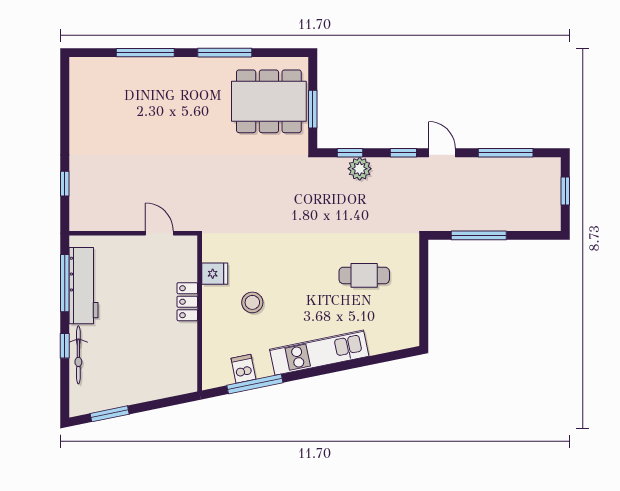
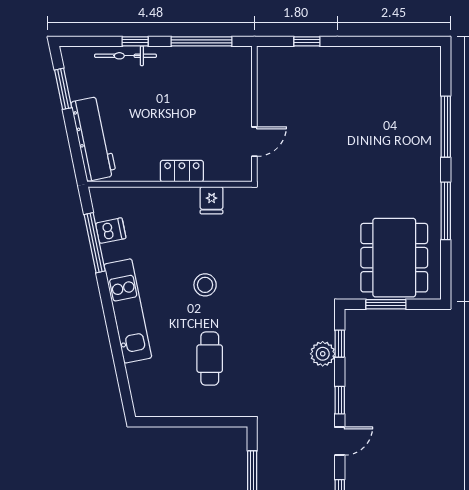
workbench: (84, 286) -> (94, 139), moved, turned -102
stool: (252, 302) -> (205, 285), moved

